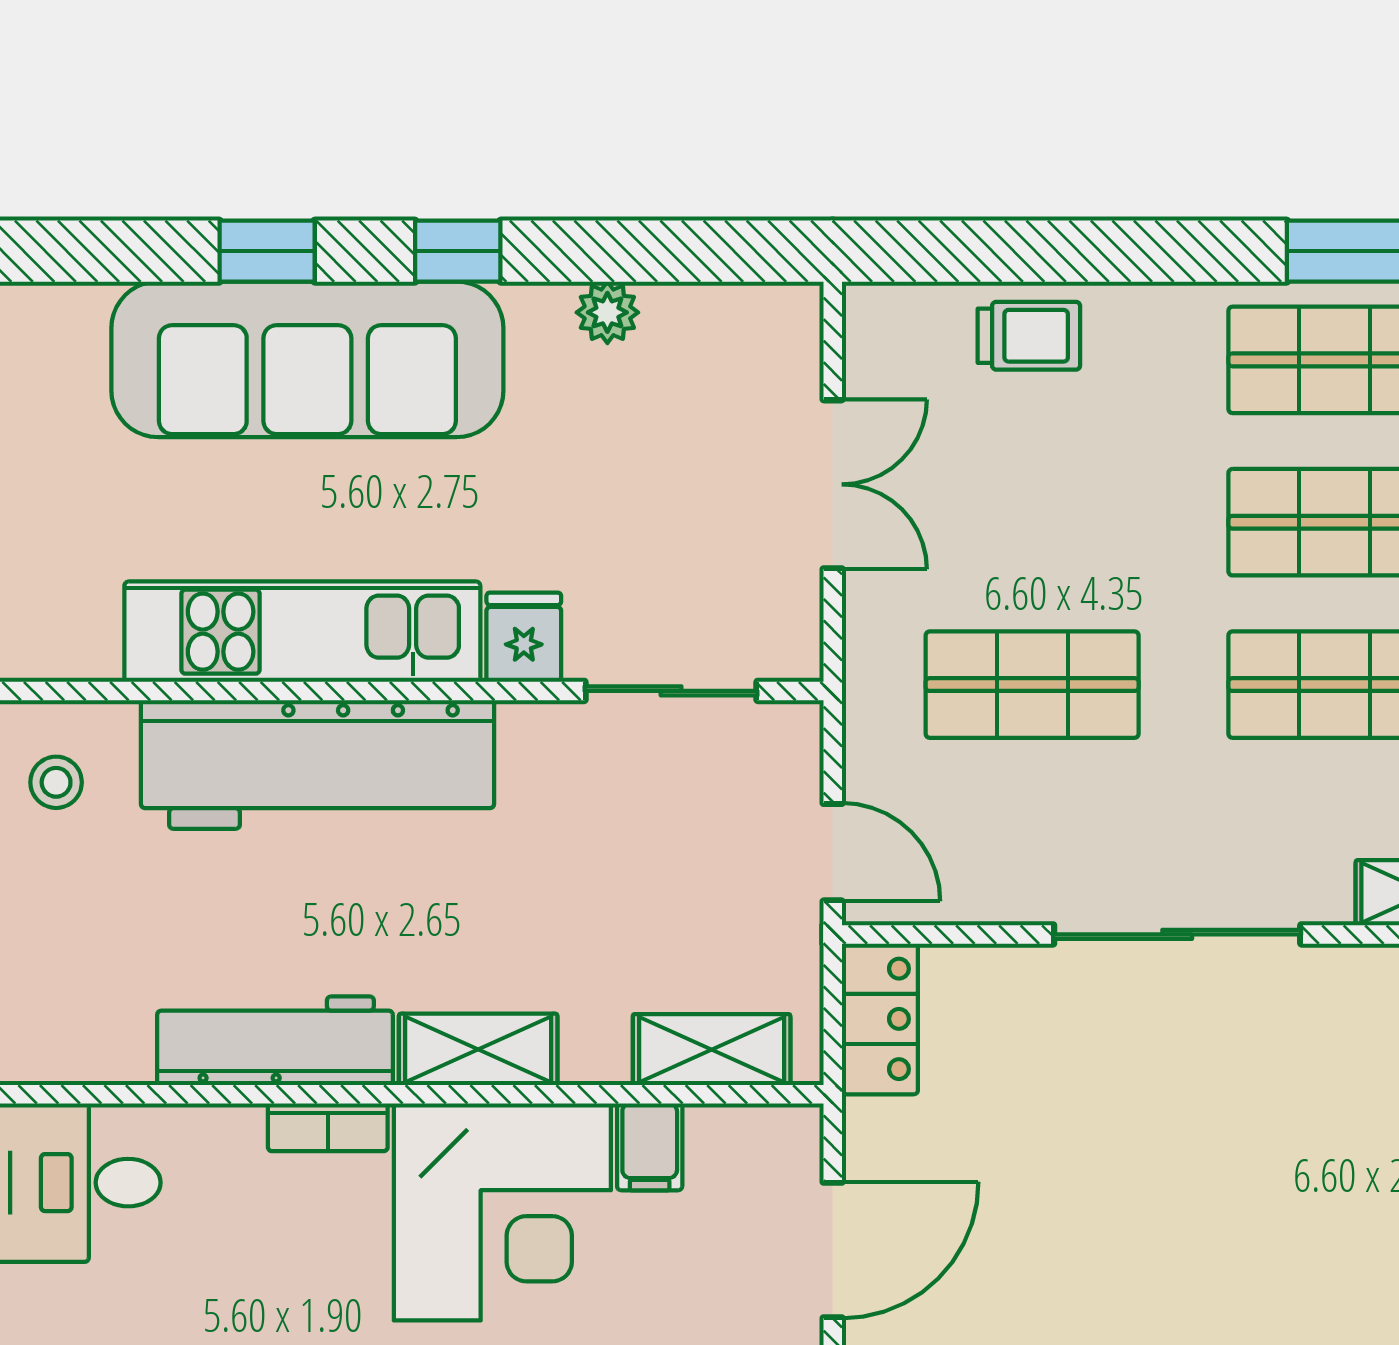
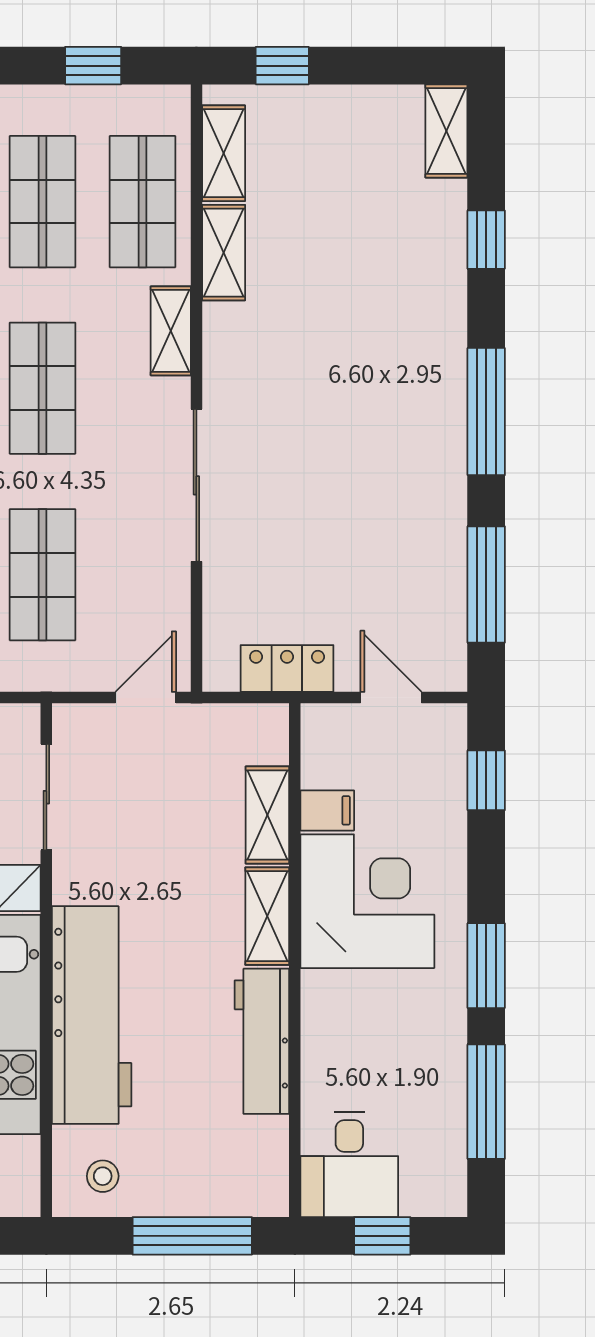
locker: (880, 1019) -> (287, 669), moved
shelving: (712, 1050) -> (267, 815), moved
bookcase: (328, 1127) -> (315, 1009), removed
door: (833, 1250) -> (391, 698), width x0.73

